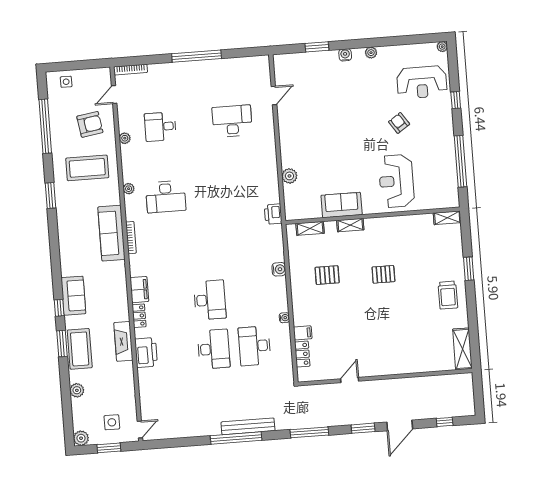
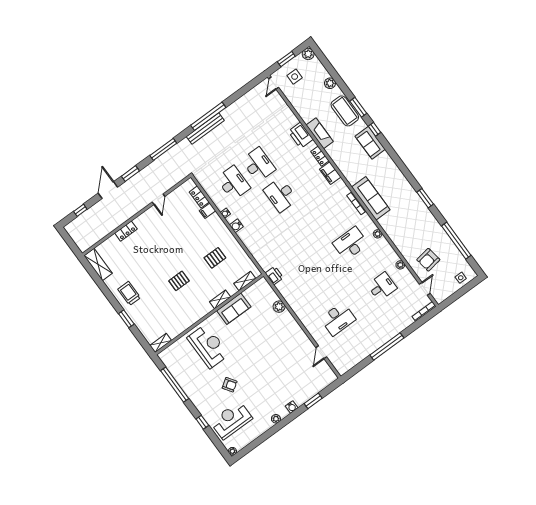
coffee table: (87, 168) -> (413, 231), removed
water cooler: (279, 269) -> (236, 226), moved
desk: (214, 349) -> (258, 165), turned 180
locker: (408, 367) -> (126, 231), added

